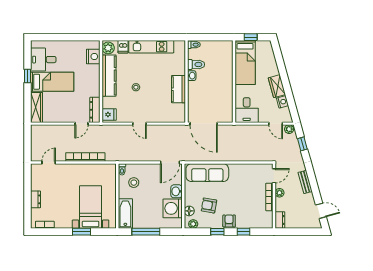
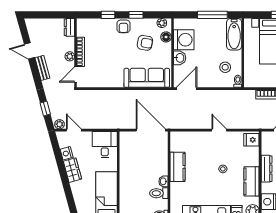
kitchen counter: (109, 76) -> (252, 181), width x0.67
dresser: (95, 110) -> (267, 169), moved
door: (321, 211) -> (29, 51), moved

